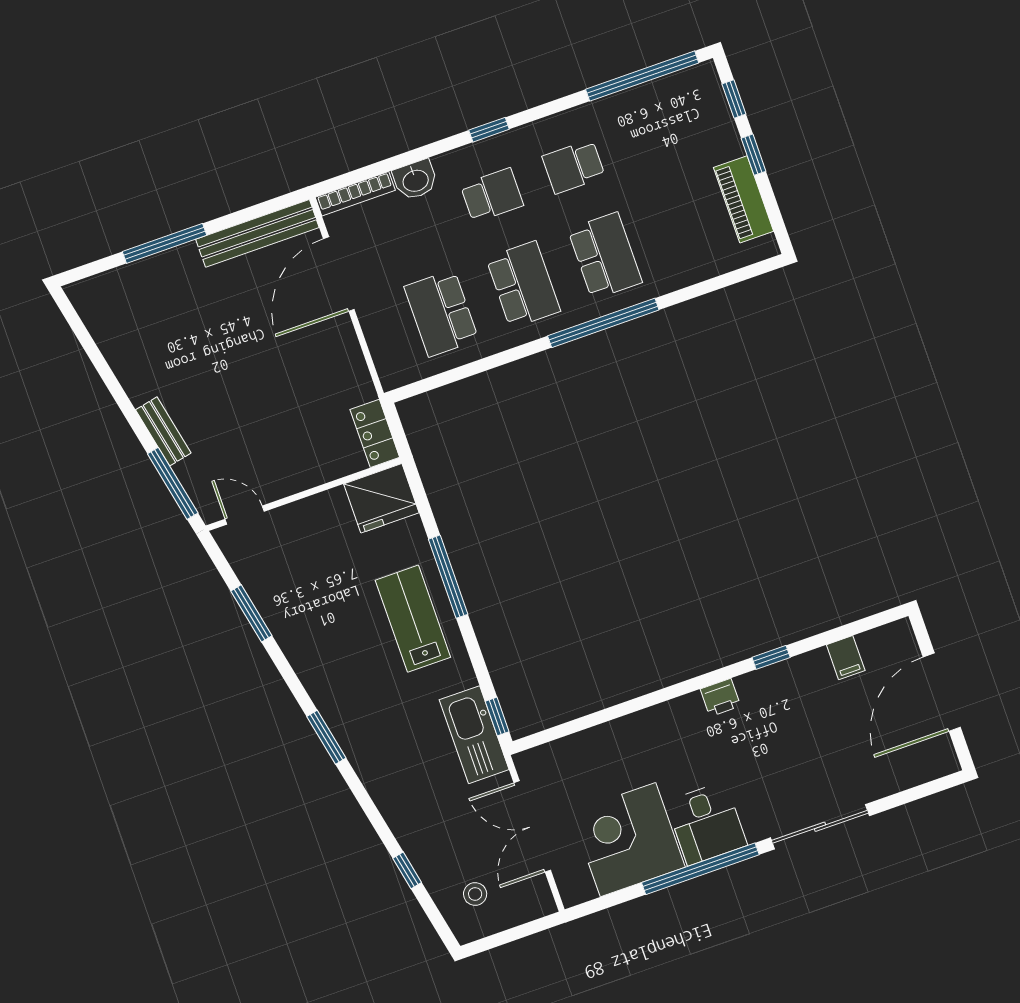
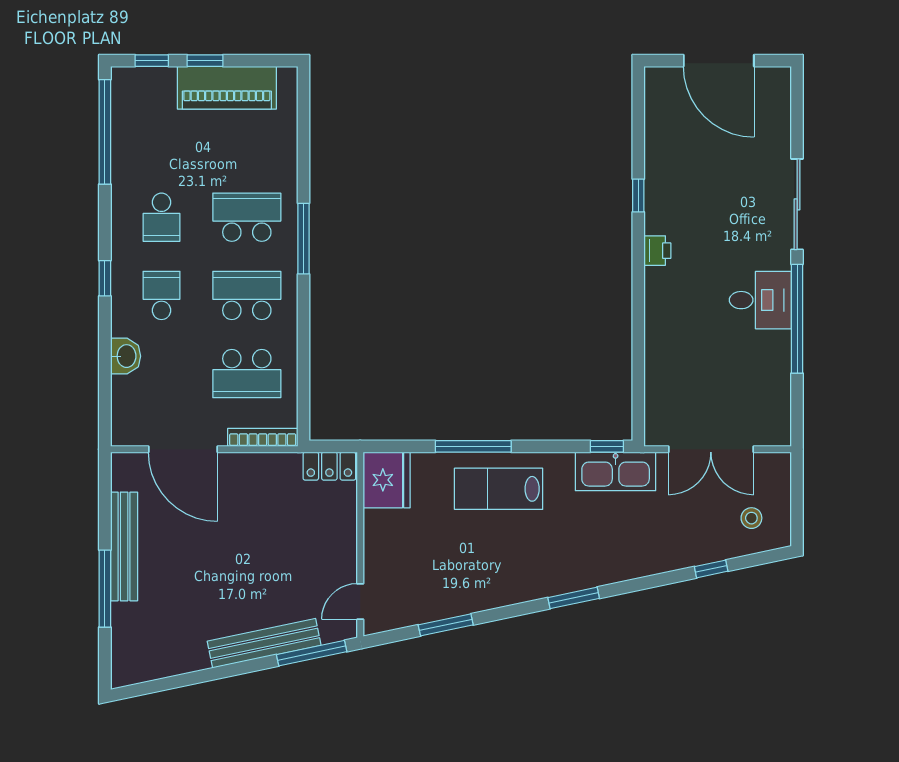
bookcase: (355, 194) -> (263, 437), moved, turned -90
piano: (743, 199) -> (227, 88), width x1.37, depth x1.33
bench: (257, 233) -> (124, 546), moved
window: (603, 323) -> (303, 239), width x0.68
bench: (163, 431) -> (264, 643), width x1.86, depth x1.21
filing cabinet: (846, 658) -> (661, 132), removed
corner desk: (628, 840) -> (751, 372), removed

